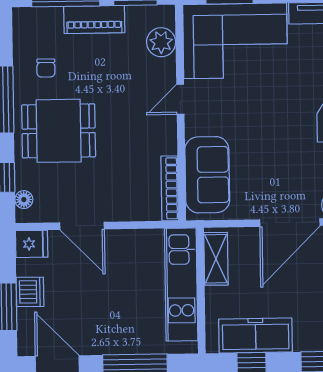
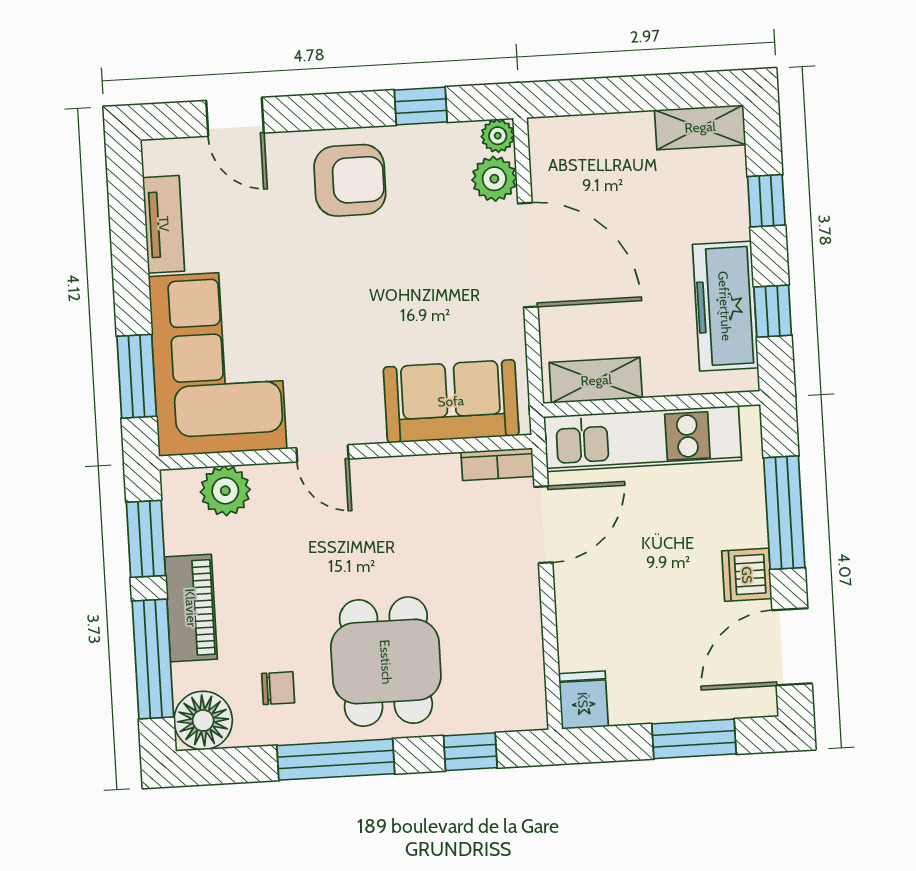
bookcase: (170, 188) -> (497, 464), width x0.64
floor lamp: (24, 200) -> (203, 720), moved, width x1.89, depth x1.89
door: (82, 226) -> (543, 525), moved
dishwasher: (30, 292) -> (747, 575), moved, turned -90

